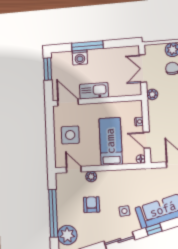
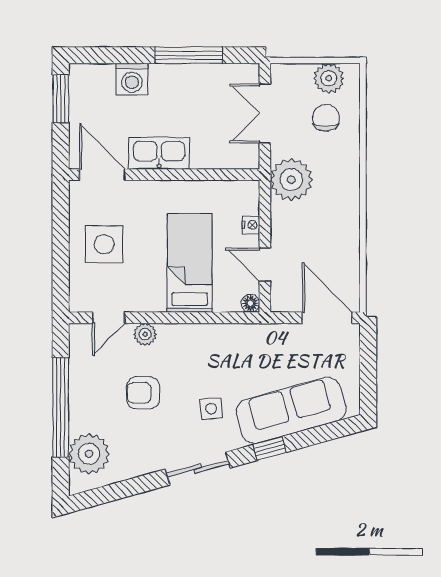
window: (87, 46) -> (189, 55), moved
plant: (152, 94) -> (291, 180), width x1.87, depth x1.87
door: (74, 169) -> (109, 318), swing flipped
armchair: (92, 205) -> (143, 393), turned -90

